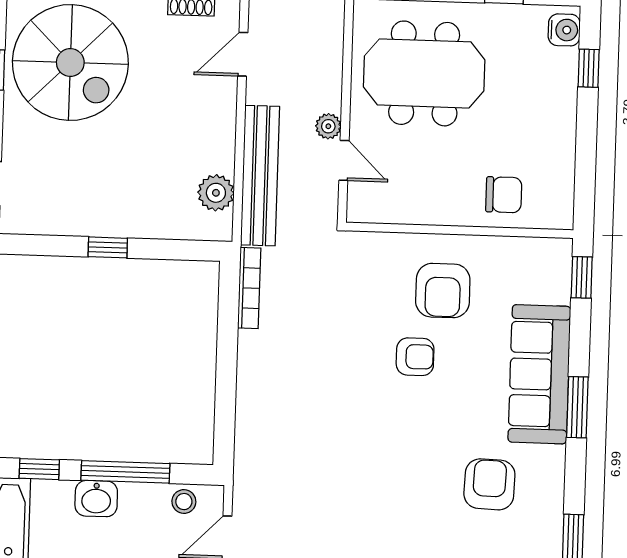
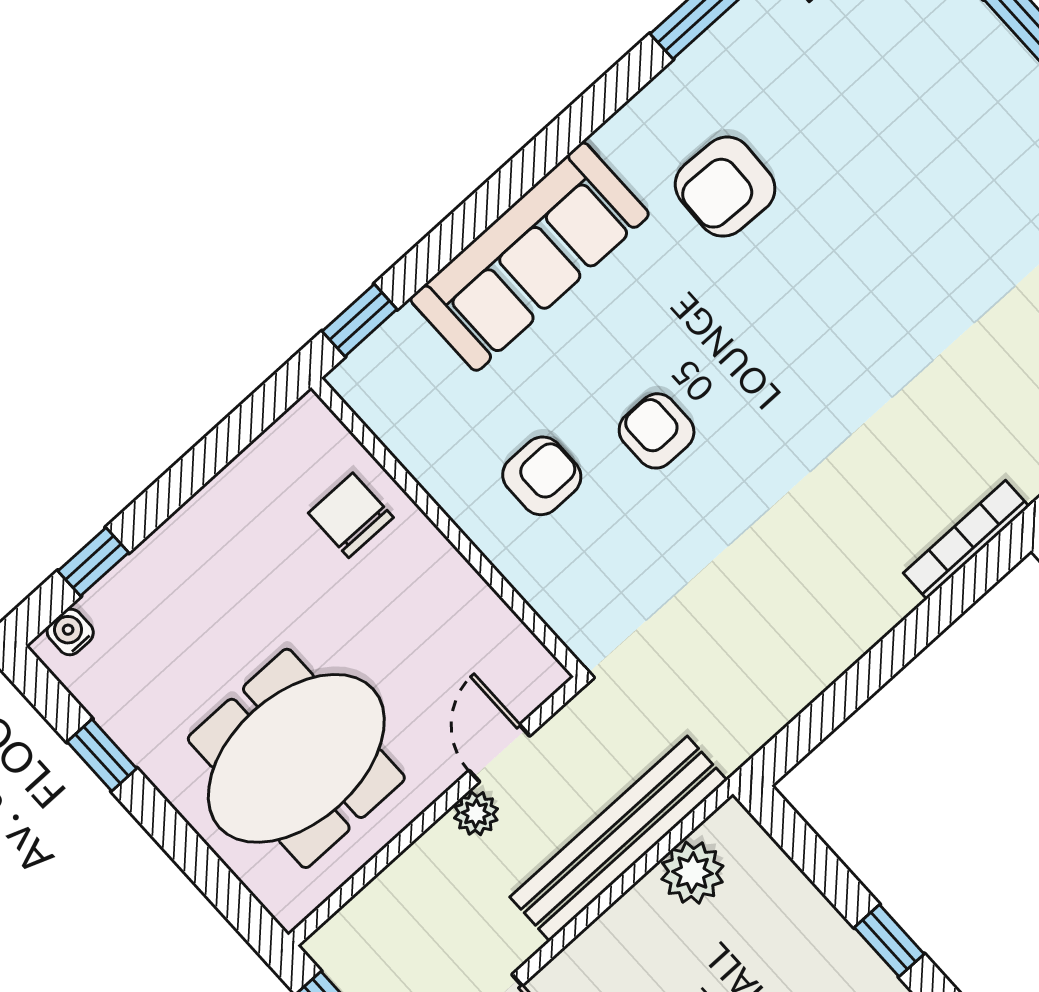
water cooler: (564, 30) -> (70, 632), width x0.72, depth x0.72
meeting table: (424, 73) -> (296, 758), turned 90
bookcase: (249, 288) -> (966, 540), moved
armchair: (443, 291) -> (542, 476), width x0.72, depth x0.72
window: (577, 407) -> (525, 170), removed

